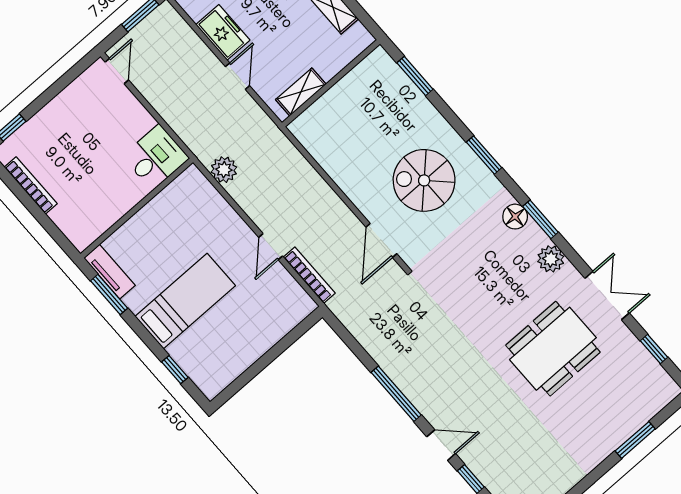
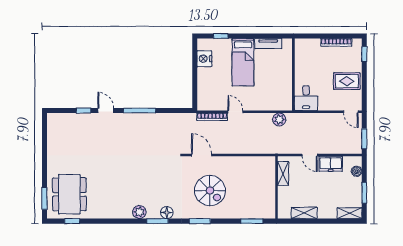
rug: (76, 118) -> (347, 81), added
spiral stairs: (424, 180) -> (210, 190), turned 90
tv unit: (109, 272) -> (268, 44), moved
window: (109, 294) -> (270, 36), removed
double door: (607, 296) -> (107, 221), removed
dining table: (553, 349) -> (69, 194), moved
nightstand: (231, 364) -> (204, 59), added
window: (635, 440) -> (44, 198), moved
door: (441, 445) -> (106, 111), swing flipped

